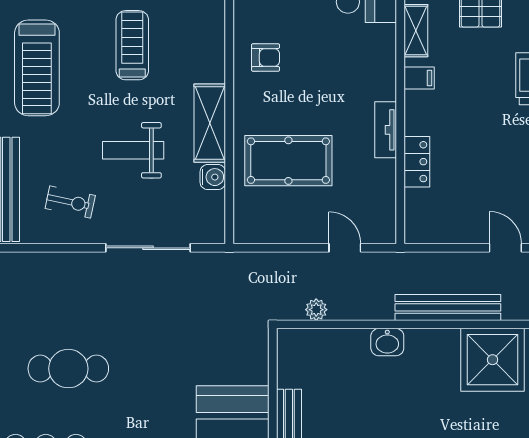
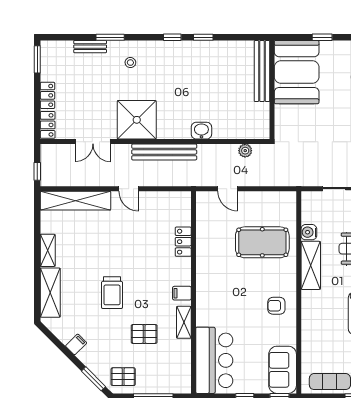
tv unit: (386, 130) -> (202, 261), removed

